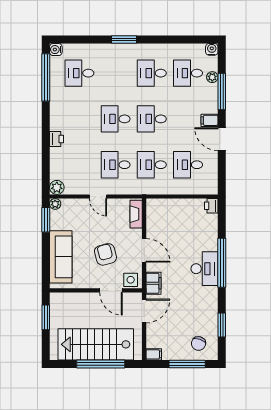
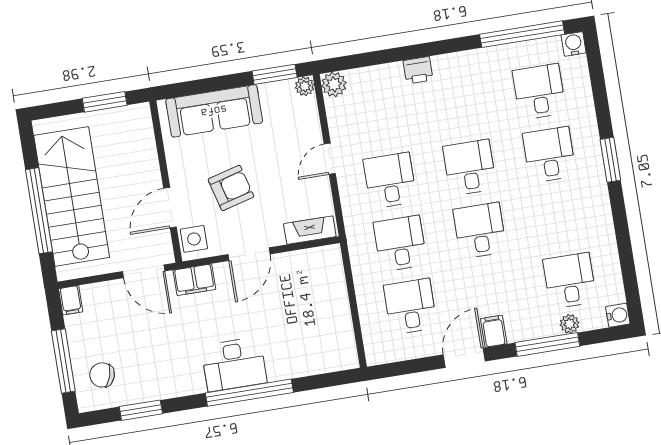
desk: (152, 73) -> (549, 155), moved
printer: (211, 206) -> (346, 358), removed

